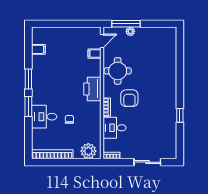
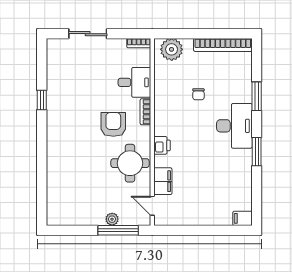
door: (102, 41) -> (152, 206), hinge flipped
filing cabinet: (38, 49) -> (242, 218), moved
filing cabinet: (95, 54) -> (163, 181), width x2.00
printer: (92, 89) -> (162, 145), width x0.53, depth x0.68
window: (28, 106) -> (257, 96), moved
desk: (44, 117) -> (234, 126), moved, width x1.37

